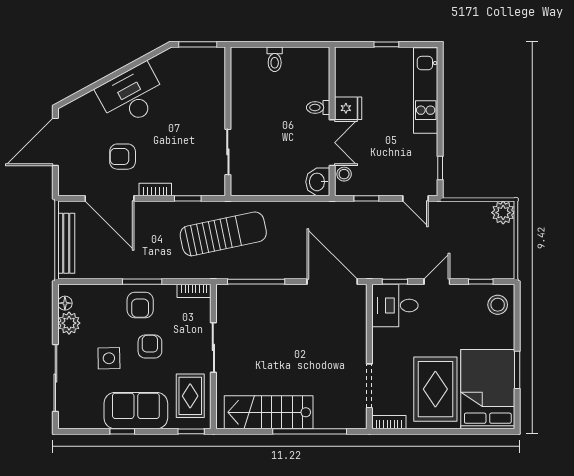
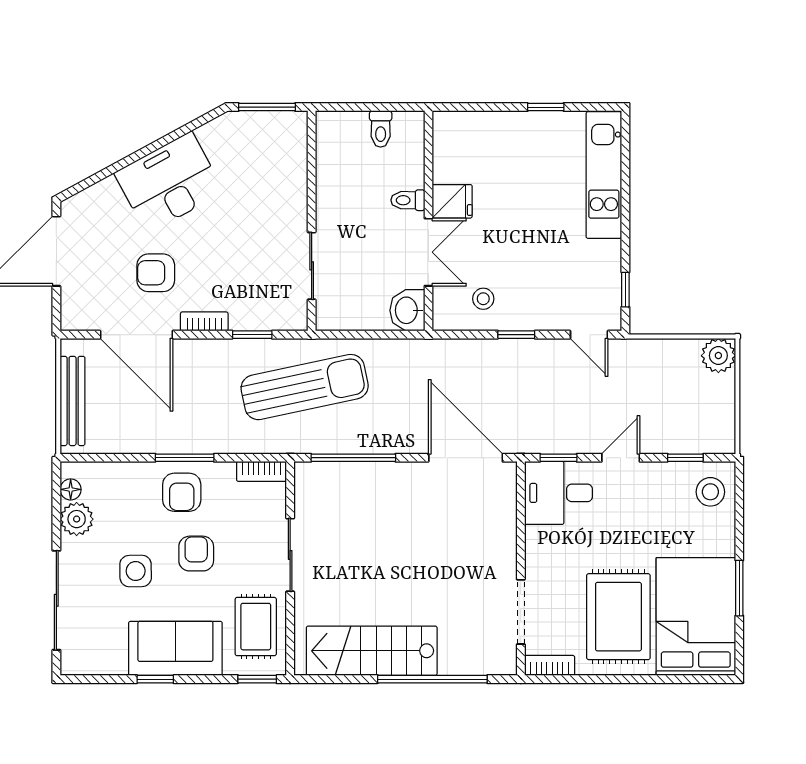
toilet: (318, 107) -> (408, 200), moved
fridge: (348, 108) -> (452, 201), moved
wall: (332, 121) -> (429, 221), moved
double door: (332, 143) -> (429, 252), moved
washbasin: (318, 182) -> (407, 310), moved

